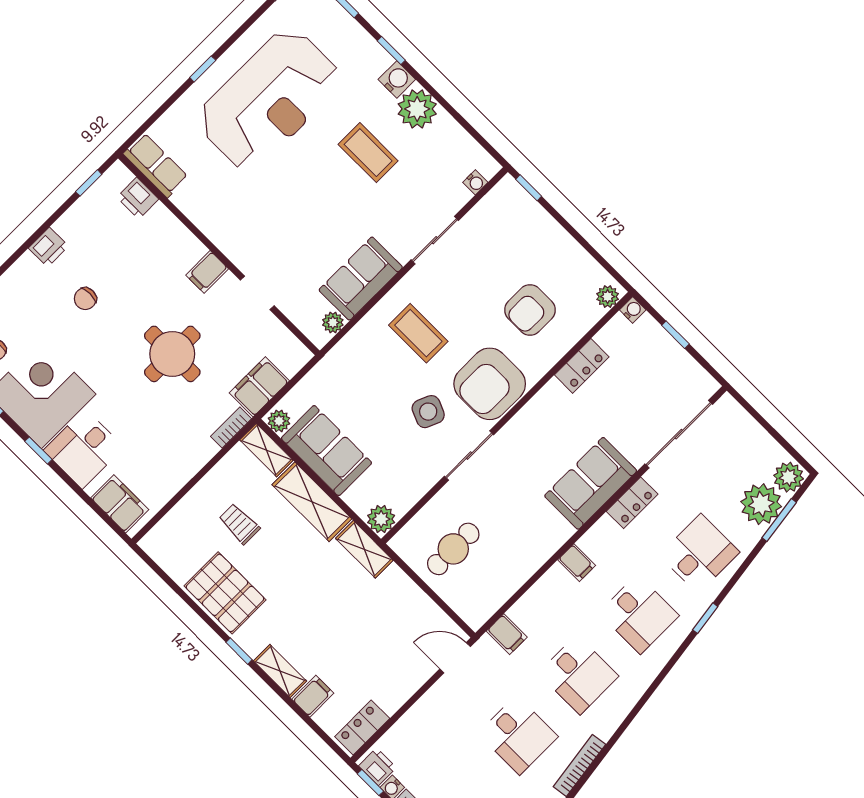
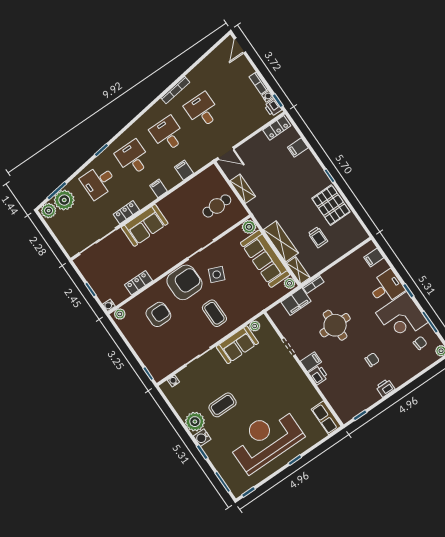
coffee table: (368, 153) -> (223, 405), turned 90
printer: (138, 198) -> (318, 375), moved
sofa: (326, 451) -> (265, 259), width x1.36
filing cabinet: (120, 504) -> (374, 258), width x0.50
shelving: (364, 549) -> (243, 189), moved
filing cabinet: (507, 634) -> (184, 170), moved
shelving: (280, 671) -> (311, 163), removed

